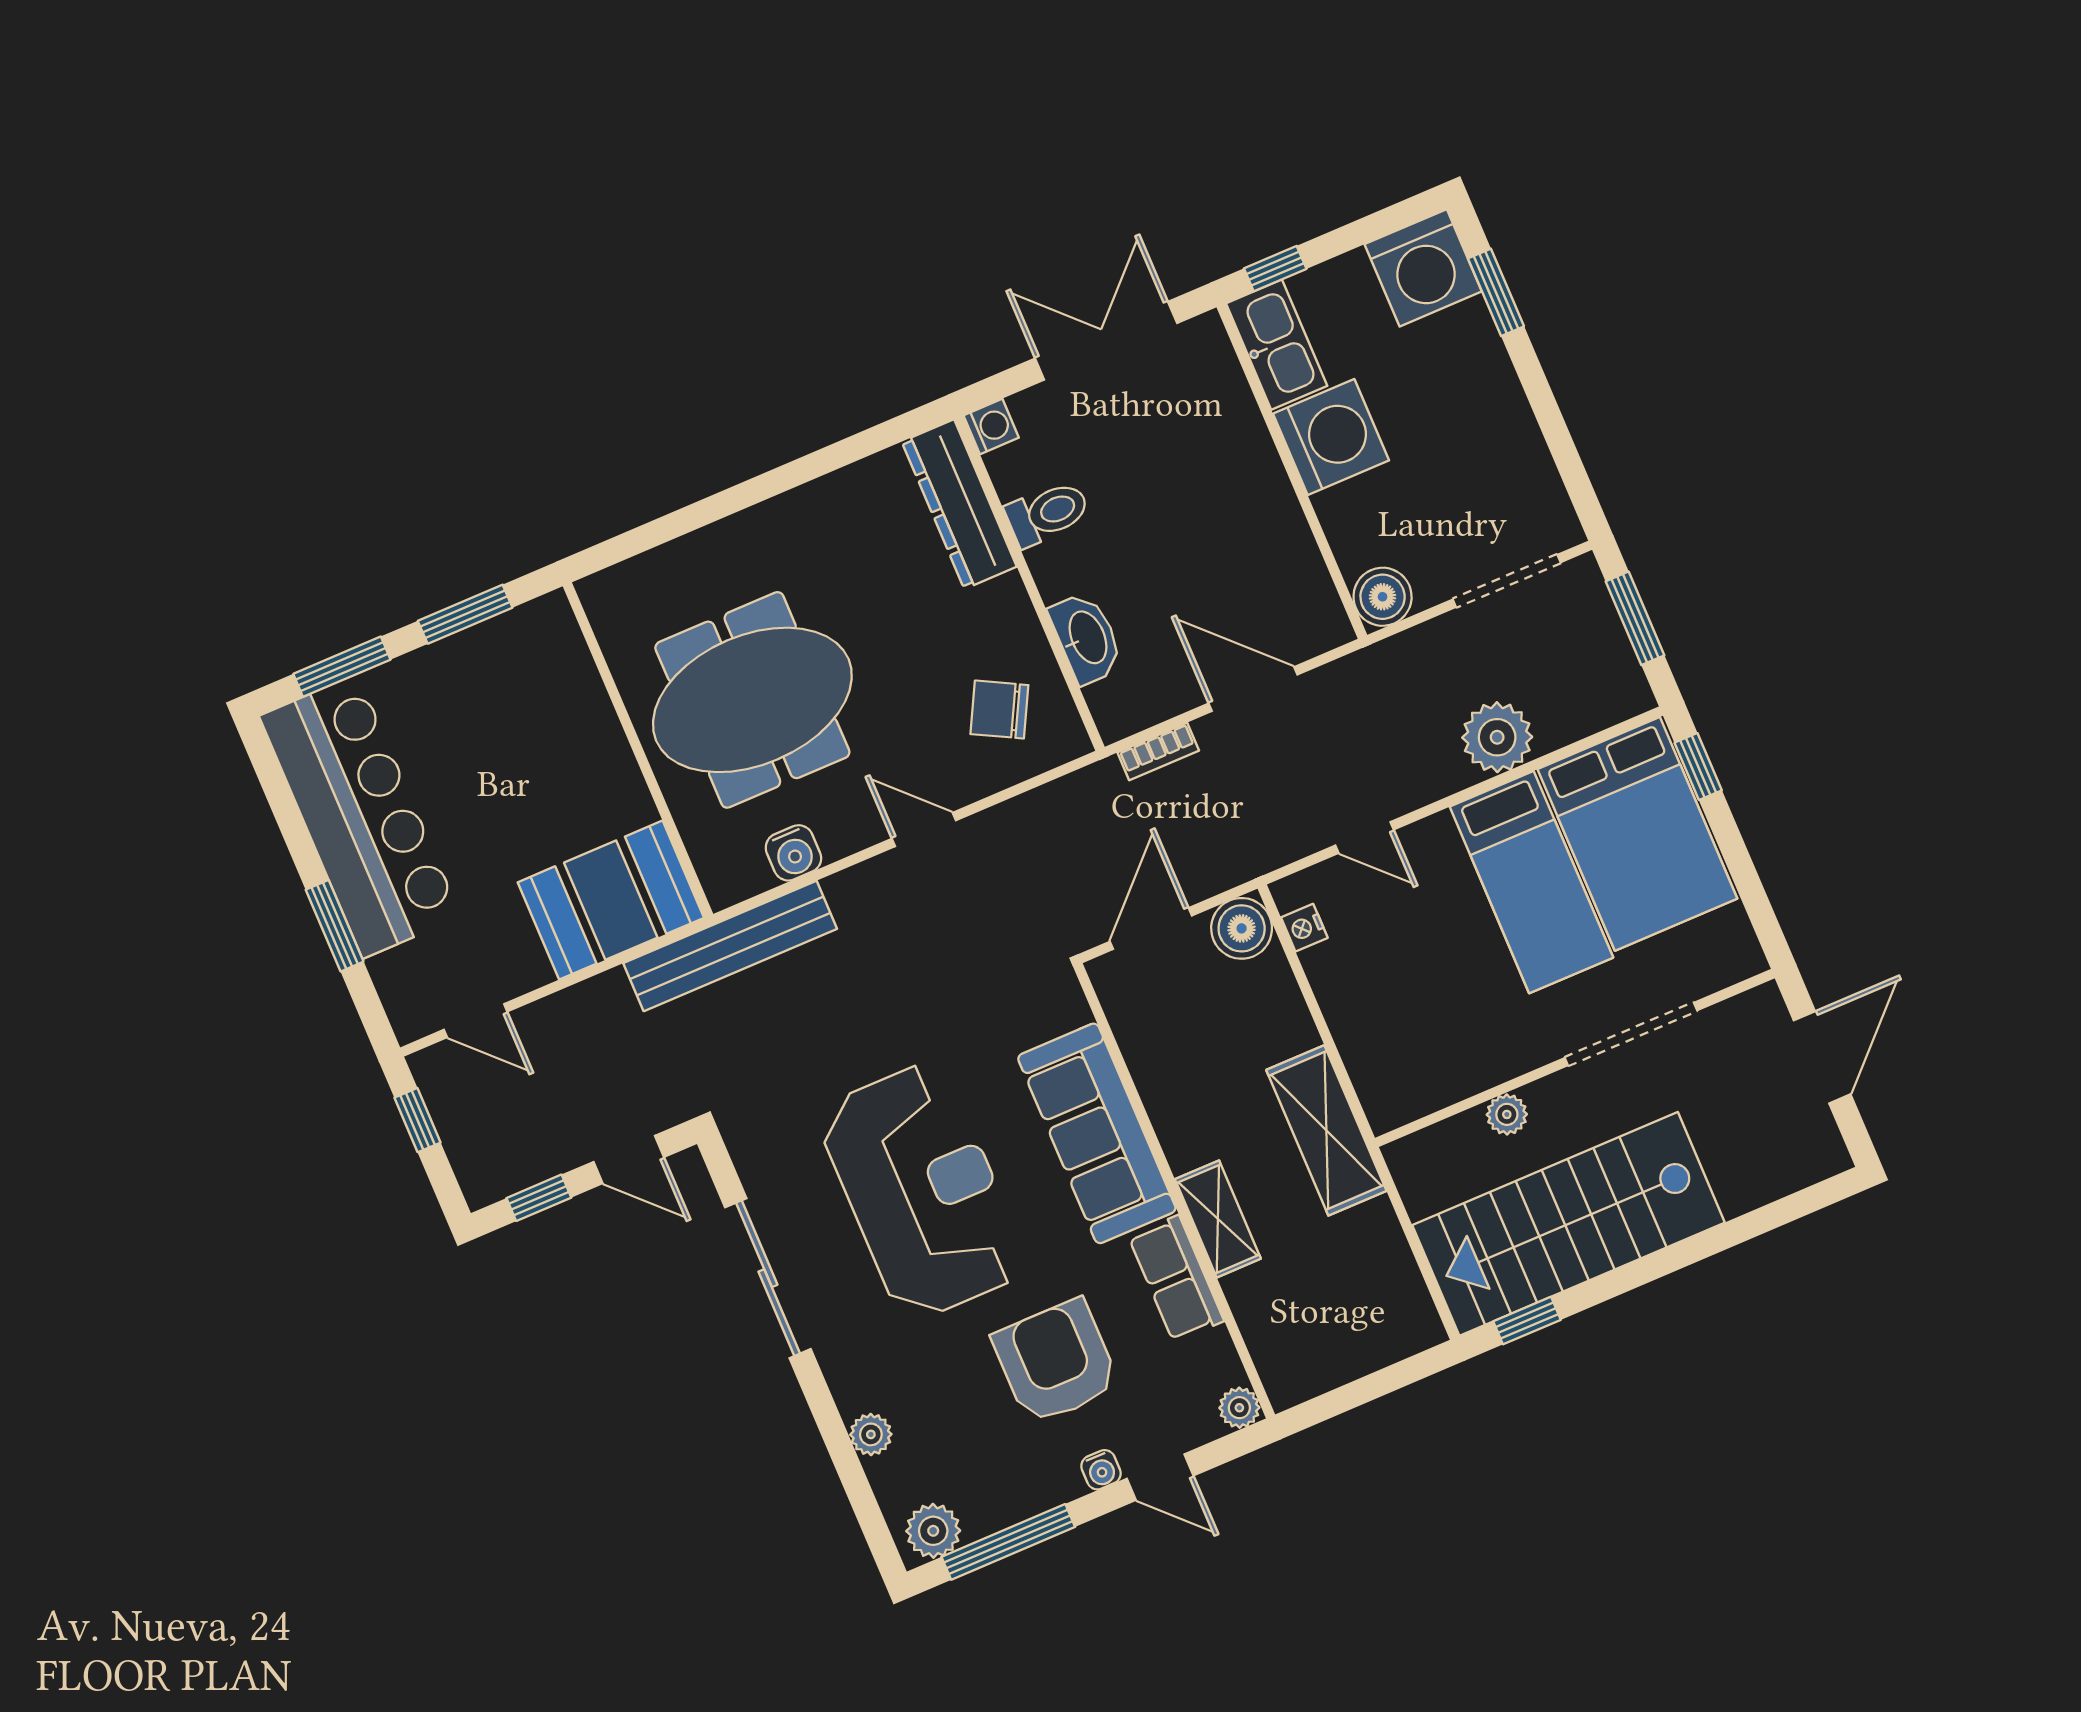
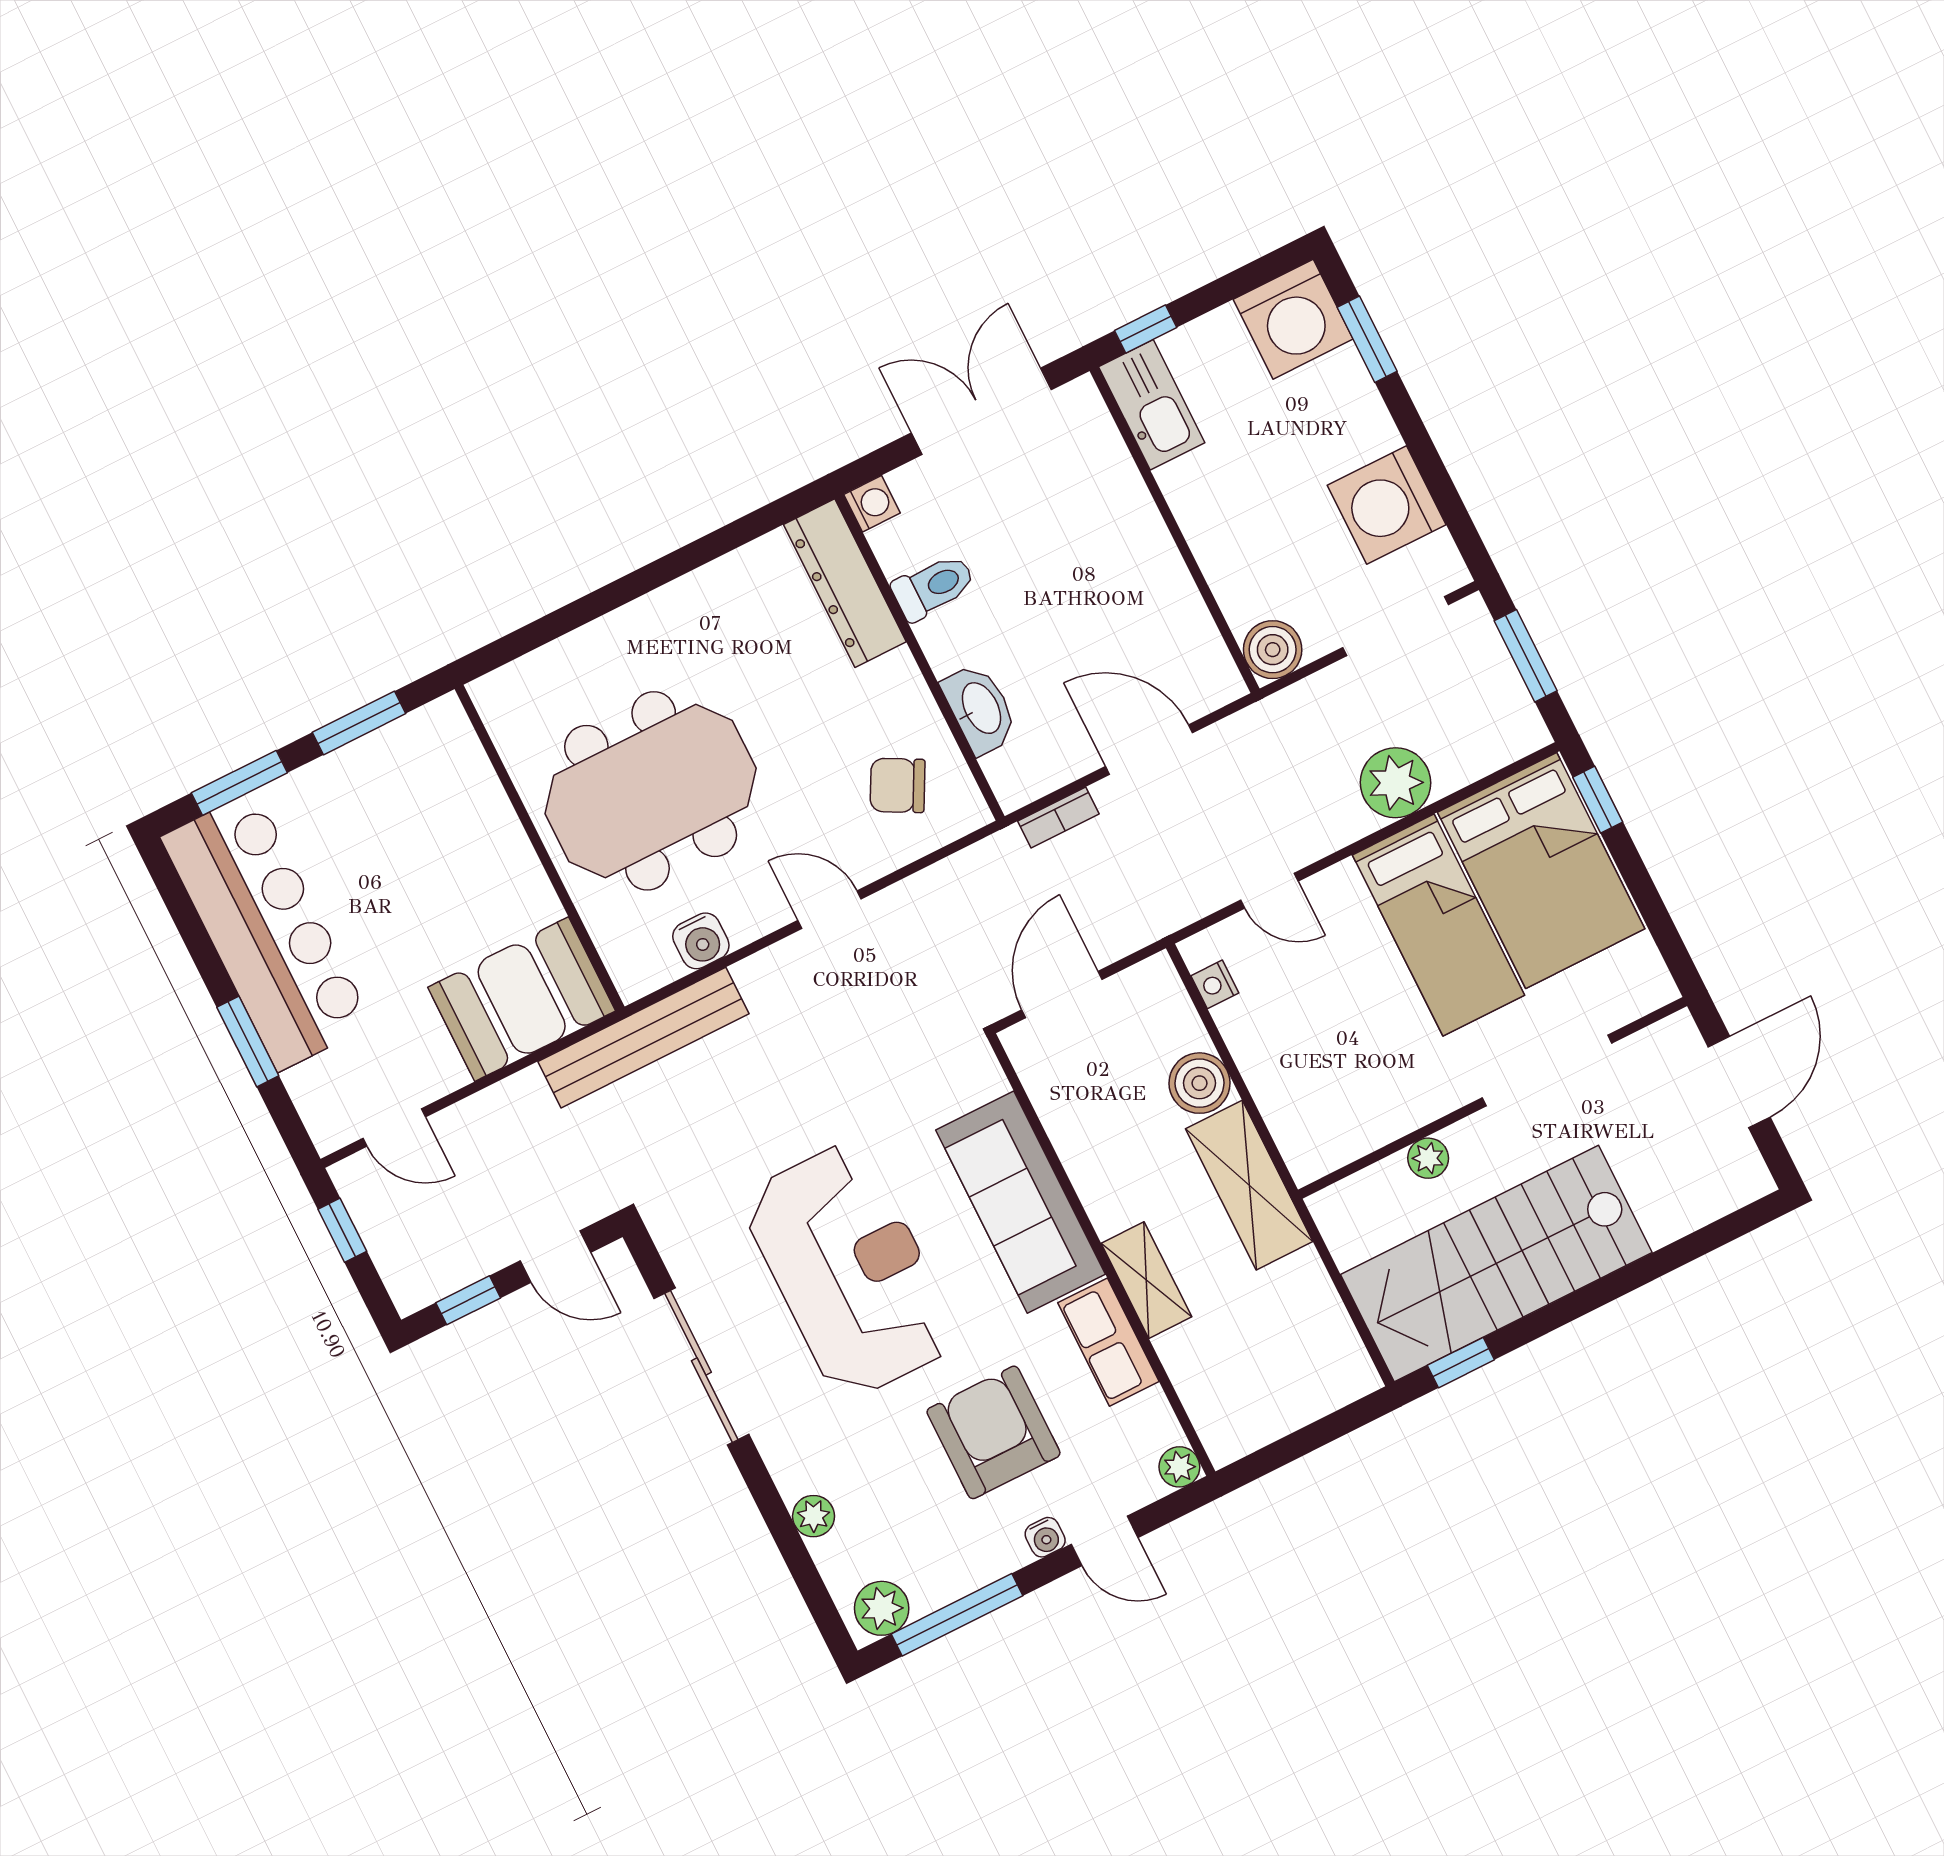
washing machine: (1331, 437) -> (1387, 505), moved, turned 180
boiler: (1242, 928) -> (1200, 1083), moved

